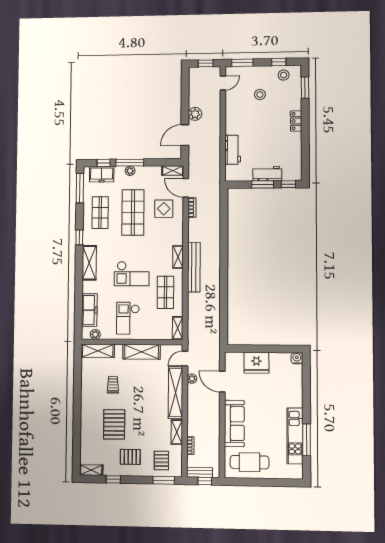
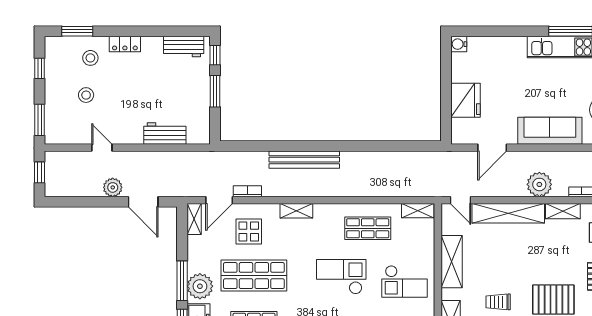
stool: (284, 75) -> (90, 58), moved
door: (223, 83) -> (102, 148), moved
plant: (130, 171) -> (200, 286), width x1.88, depth x1.88
workbench: (267, 174) -> (184, 47), moved, turned -90
shelving: (178, 257) -> (296, 211), moved
bench: (194, 267) -> (304, 160), moved
checkout: (132, 274) -> (341, 277), turned -90
plant: (192, 379) -> (539, 184), moved, width x1.88, depth x1.88

